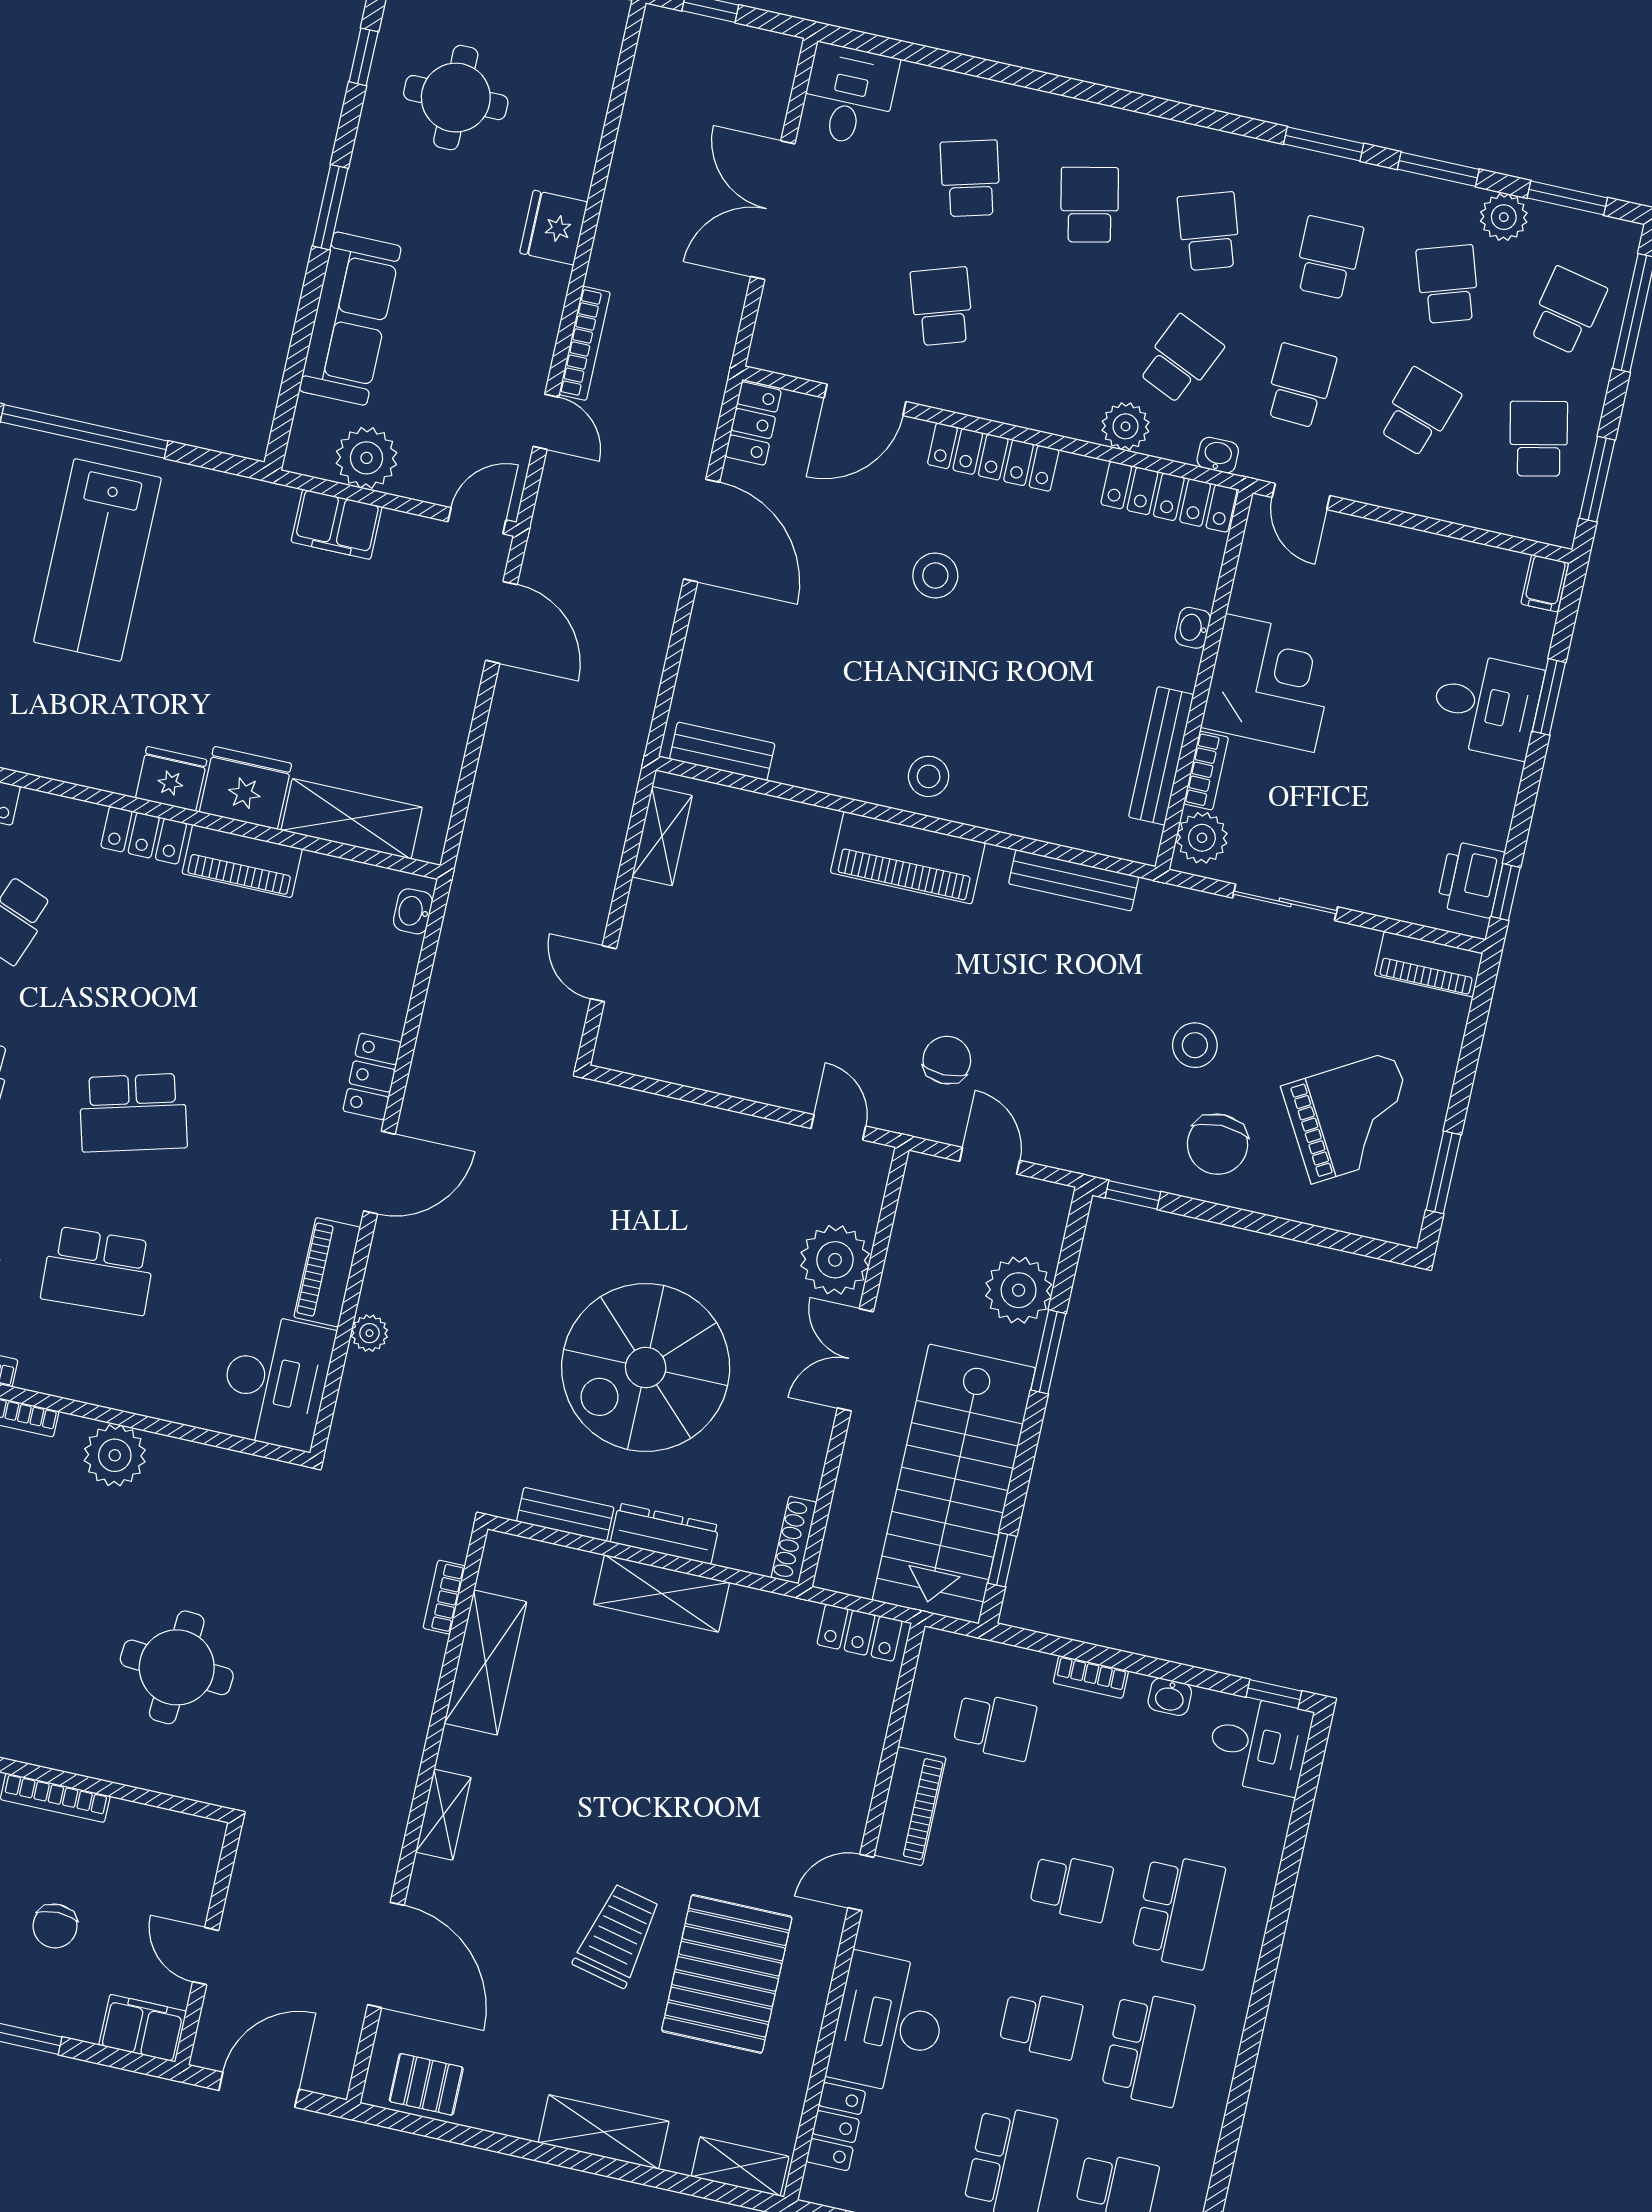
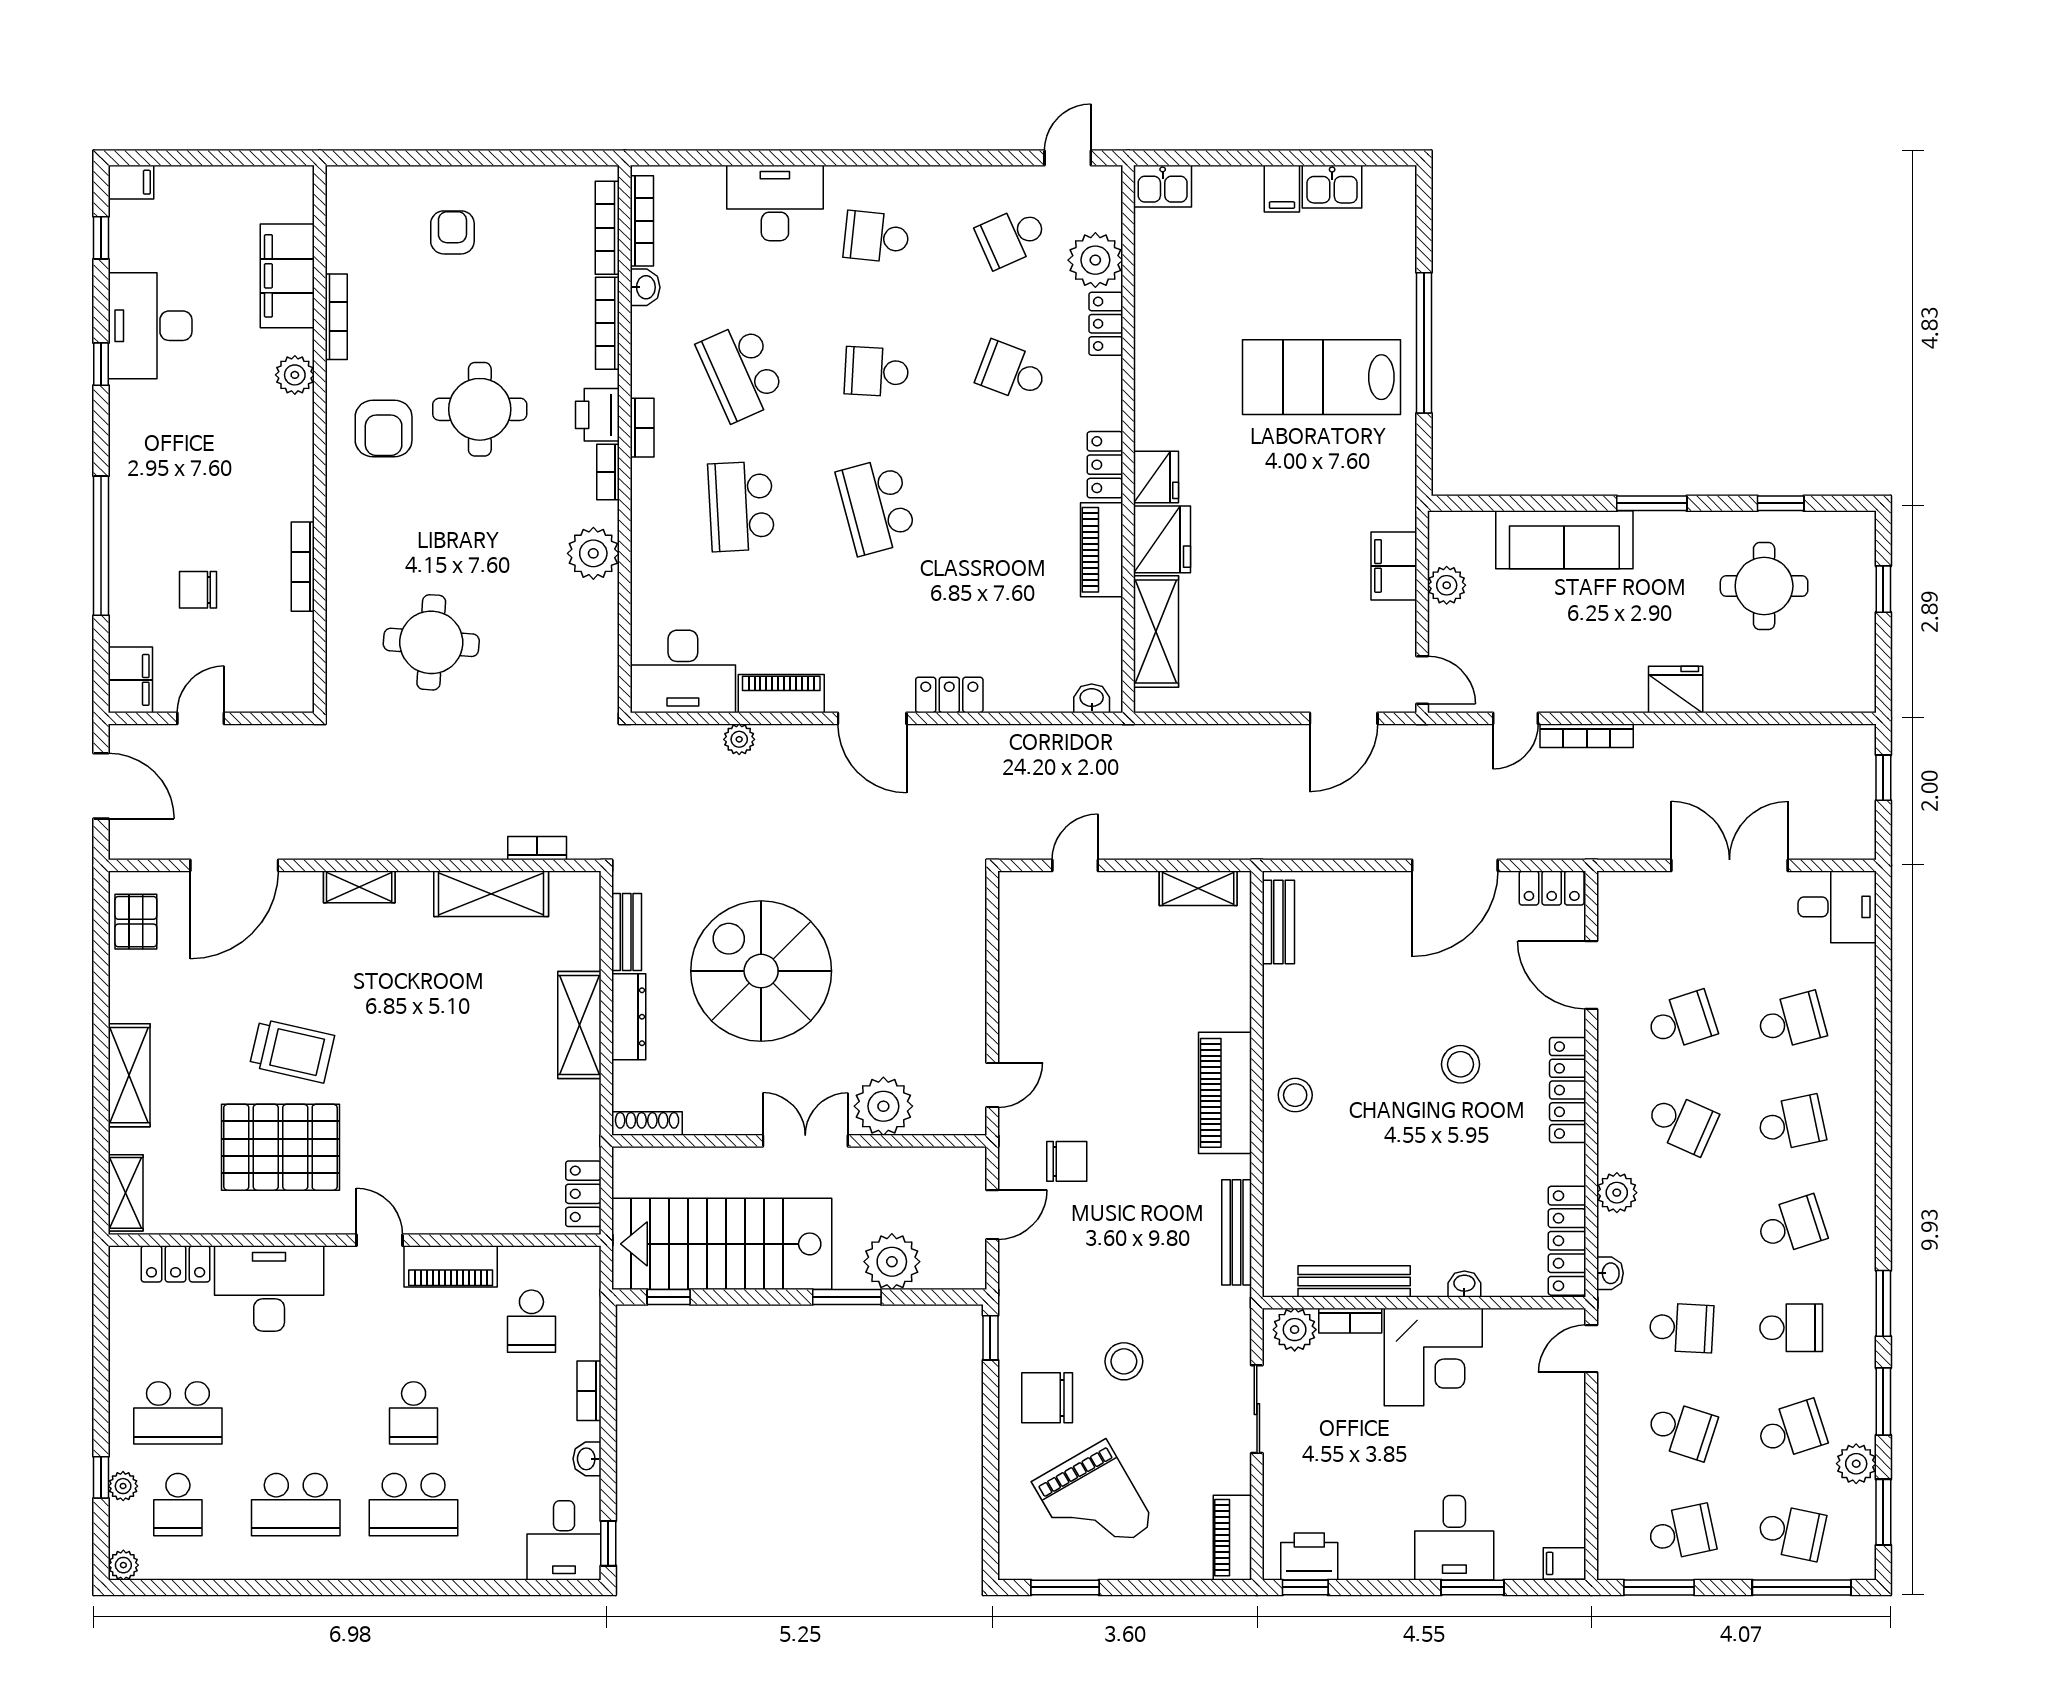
school desk: (1181, 359) -> (1682, 1123), moved
plant: (367, 458) -> (1447, 585), width x0.73, depth x0.73
school desk: (1041, 2025) -> (296, 1413), removed

